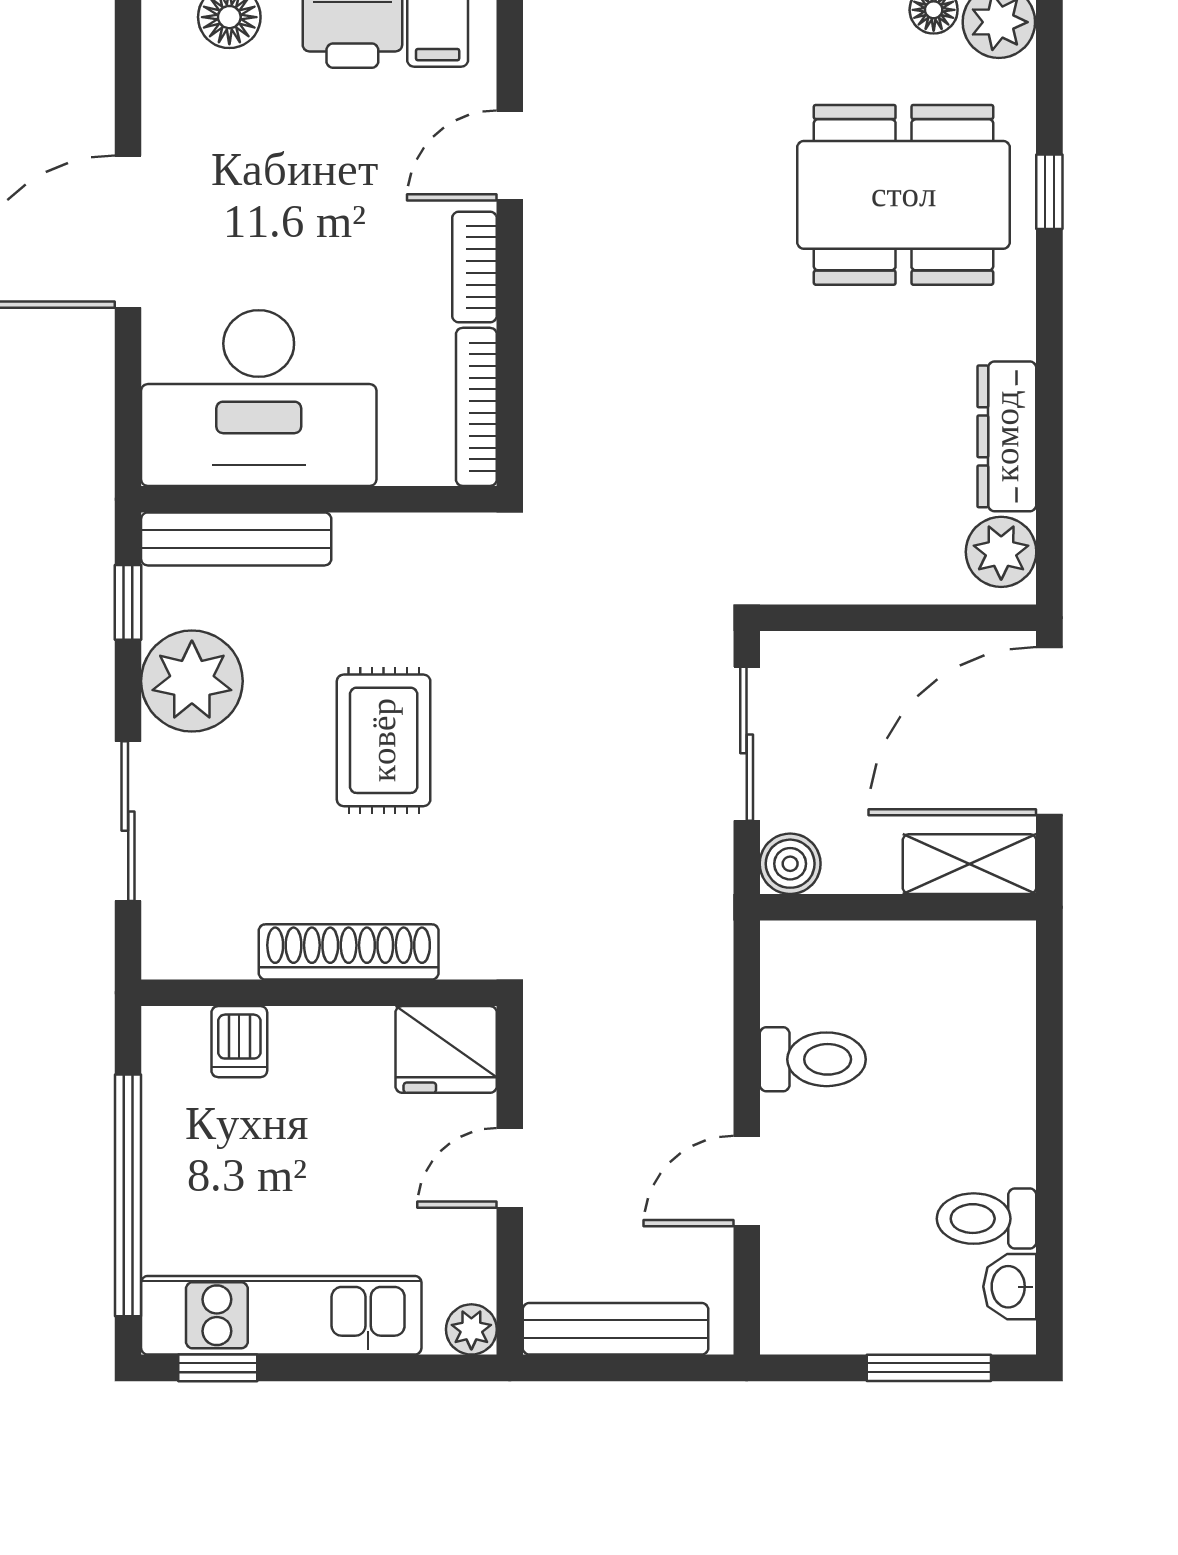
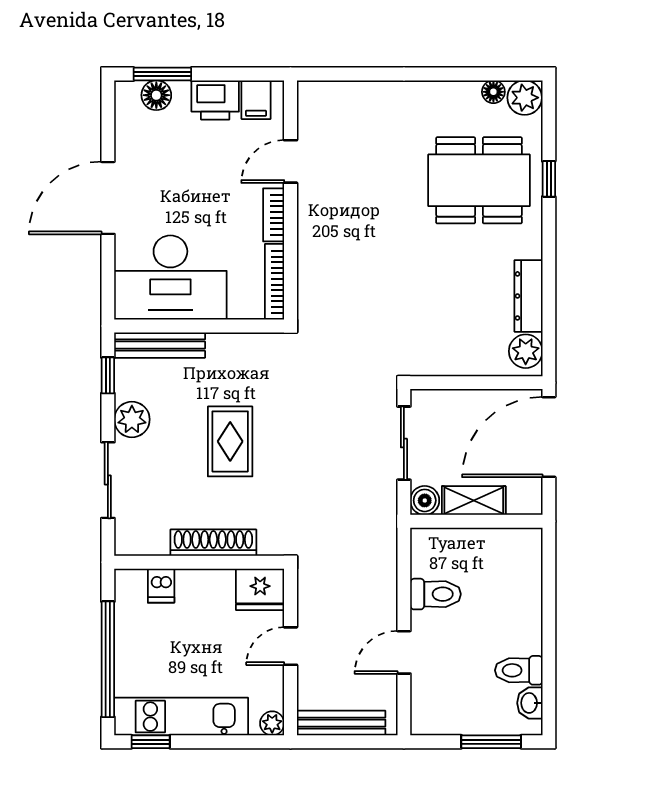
plant: (192, 681) -> (132, 419), width x0.73, depth x0.73
shelving: (969, 864) -> (474, 501), moved

